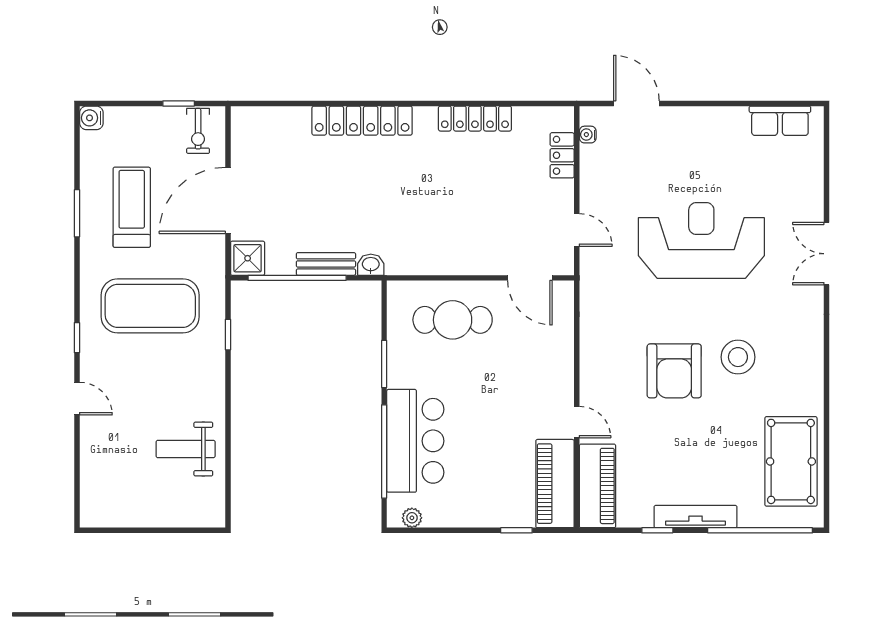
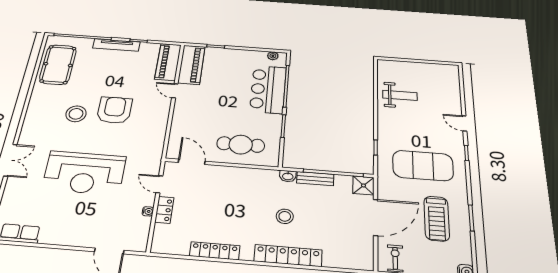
water cooler: (588, 135) -> (148, 211), moved
locker: (562, 155) -> (164, 210), moved
stool: (371, 189) -> (285, 216), added

